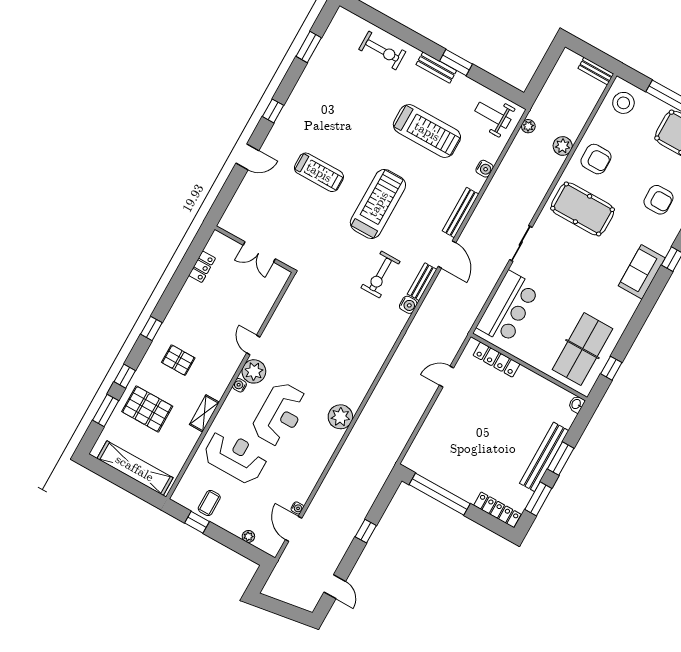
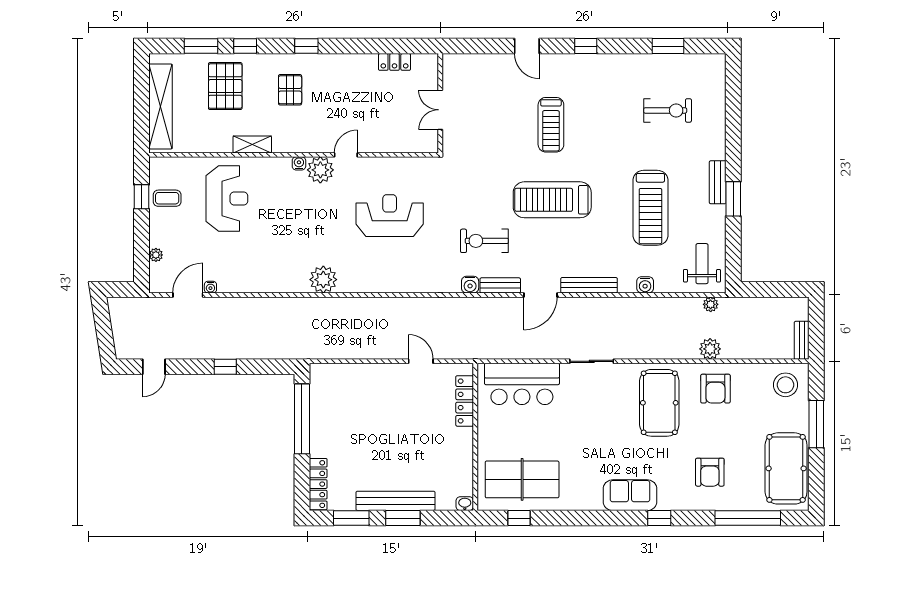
exercise bike: (382, 50) -> (668, 110), moved, turned -90
treadmill: (378, 204) -> (552, 200), turned 180
reception desk: (280, 414) -> (390, 216), moved, turned 180

